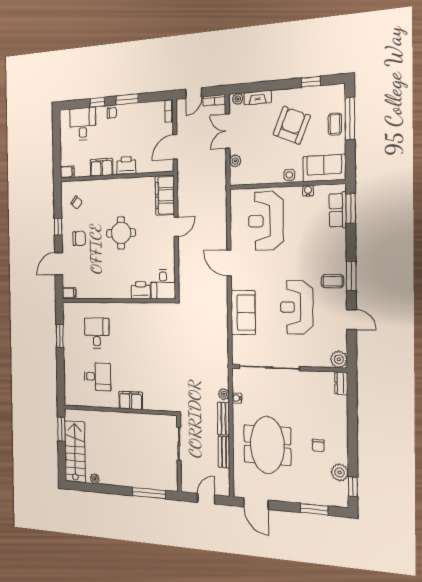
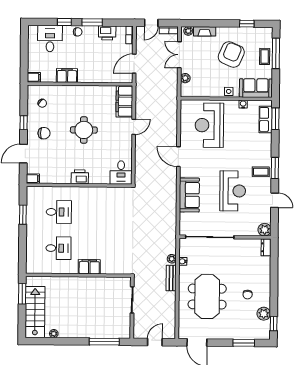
printer: (126, 166) -> (107, 33), moved, turned 180
printer: (141, 290) -> (80, 177), moved
reception desk: (297, 307) -> (233, 191), turned 180
desk: (97, 333) -> (59, 212), turned 90
bench: (224, 452) -> (171, 304), removed

